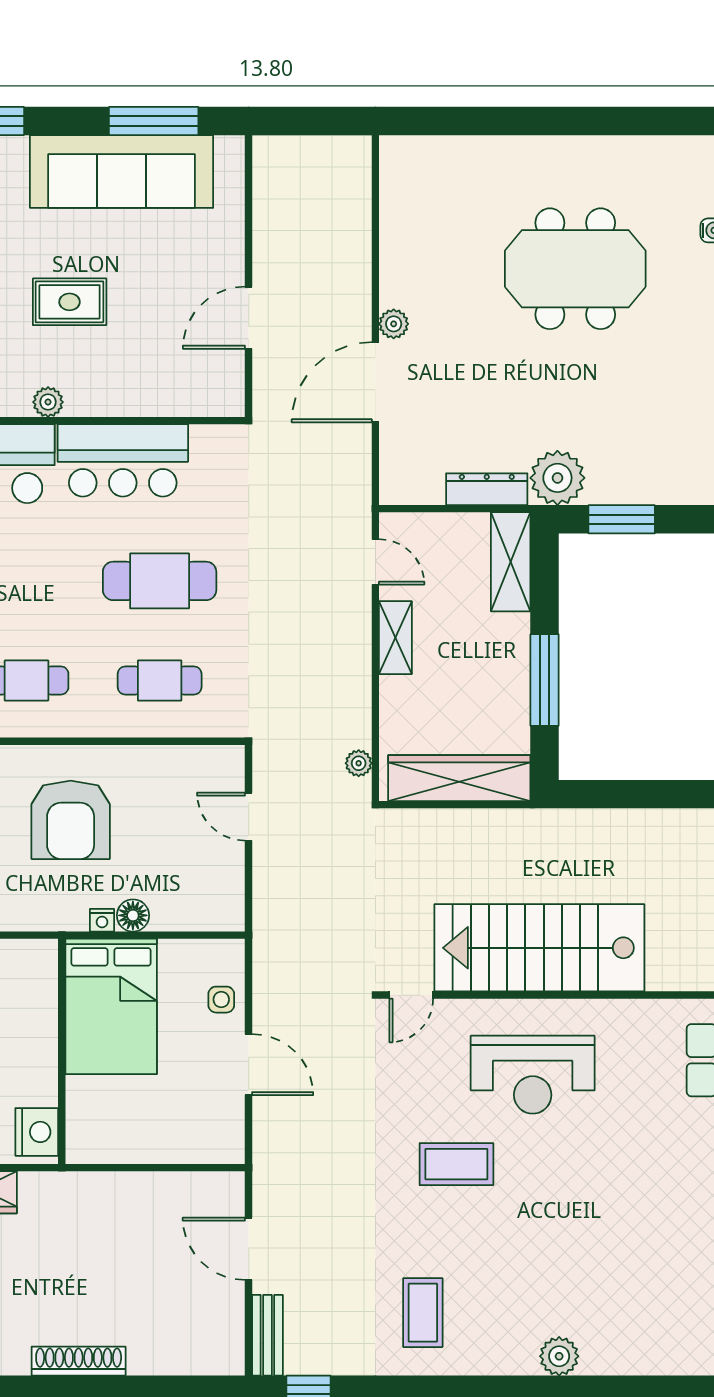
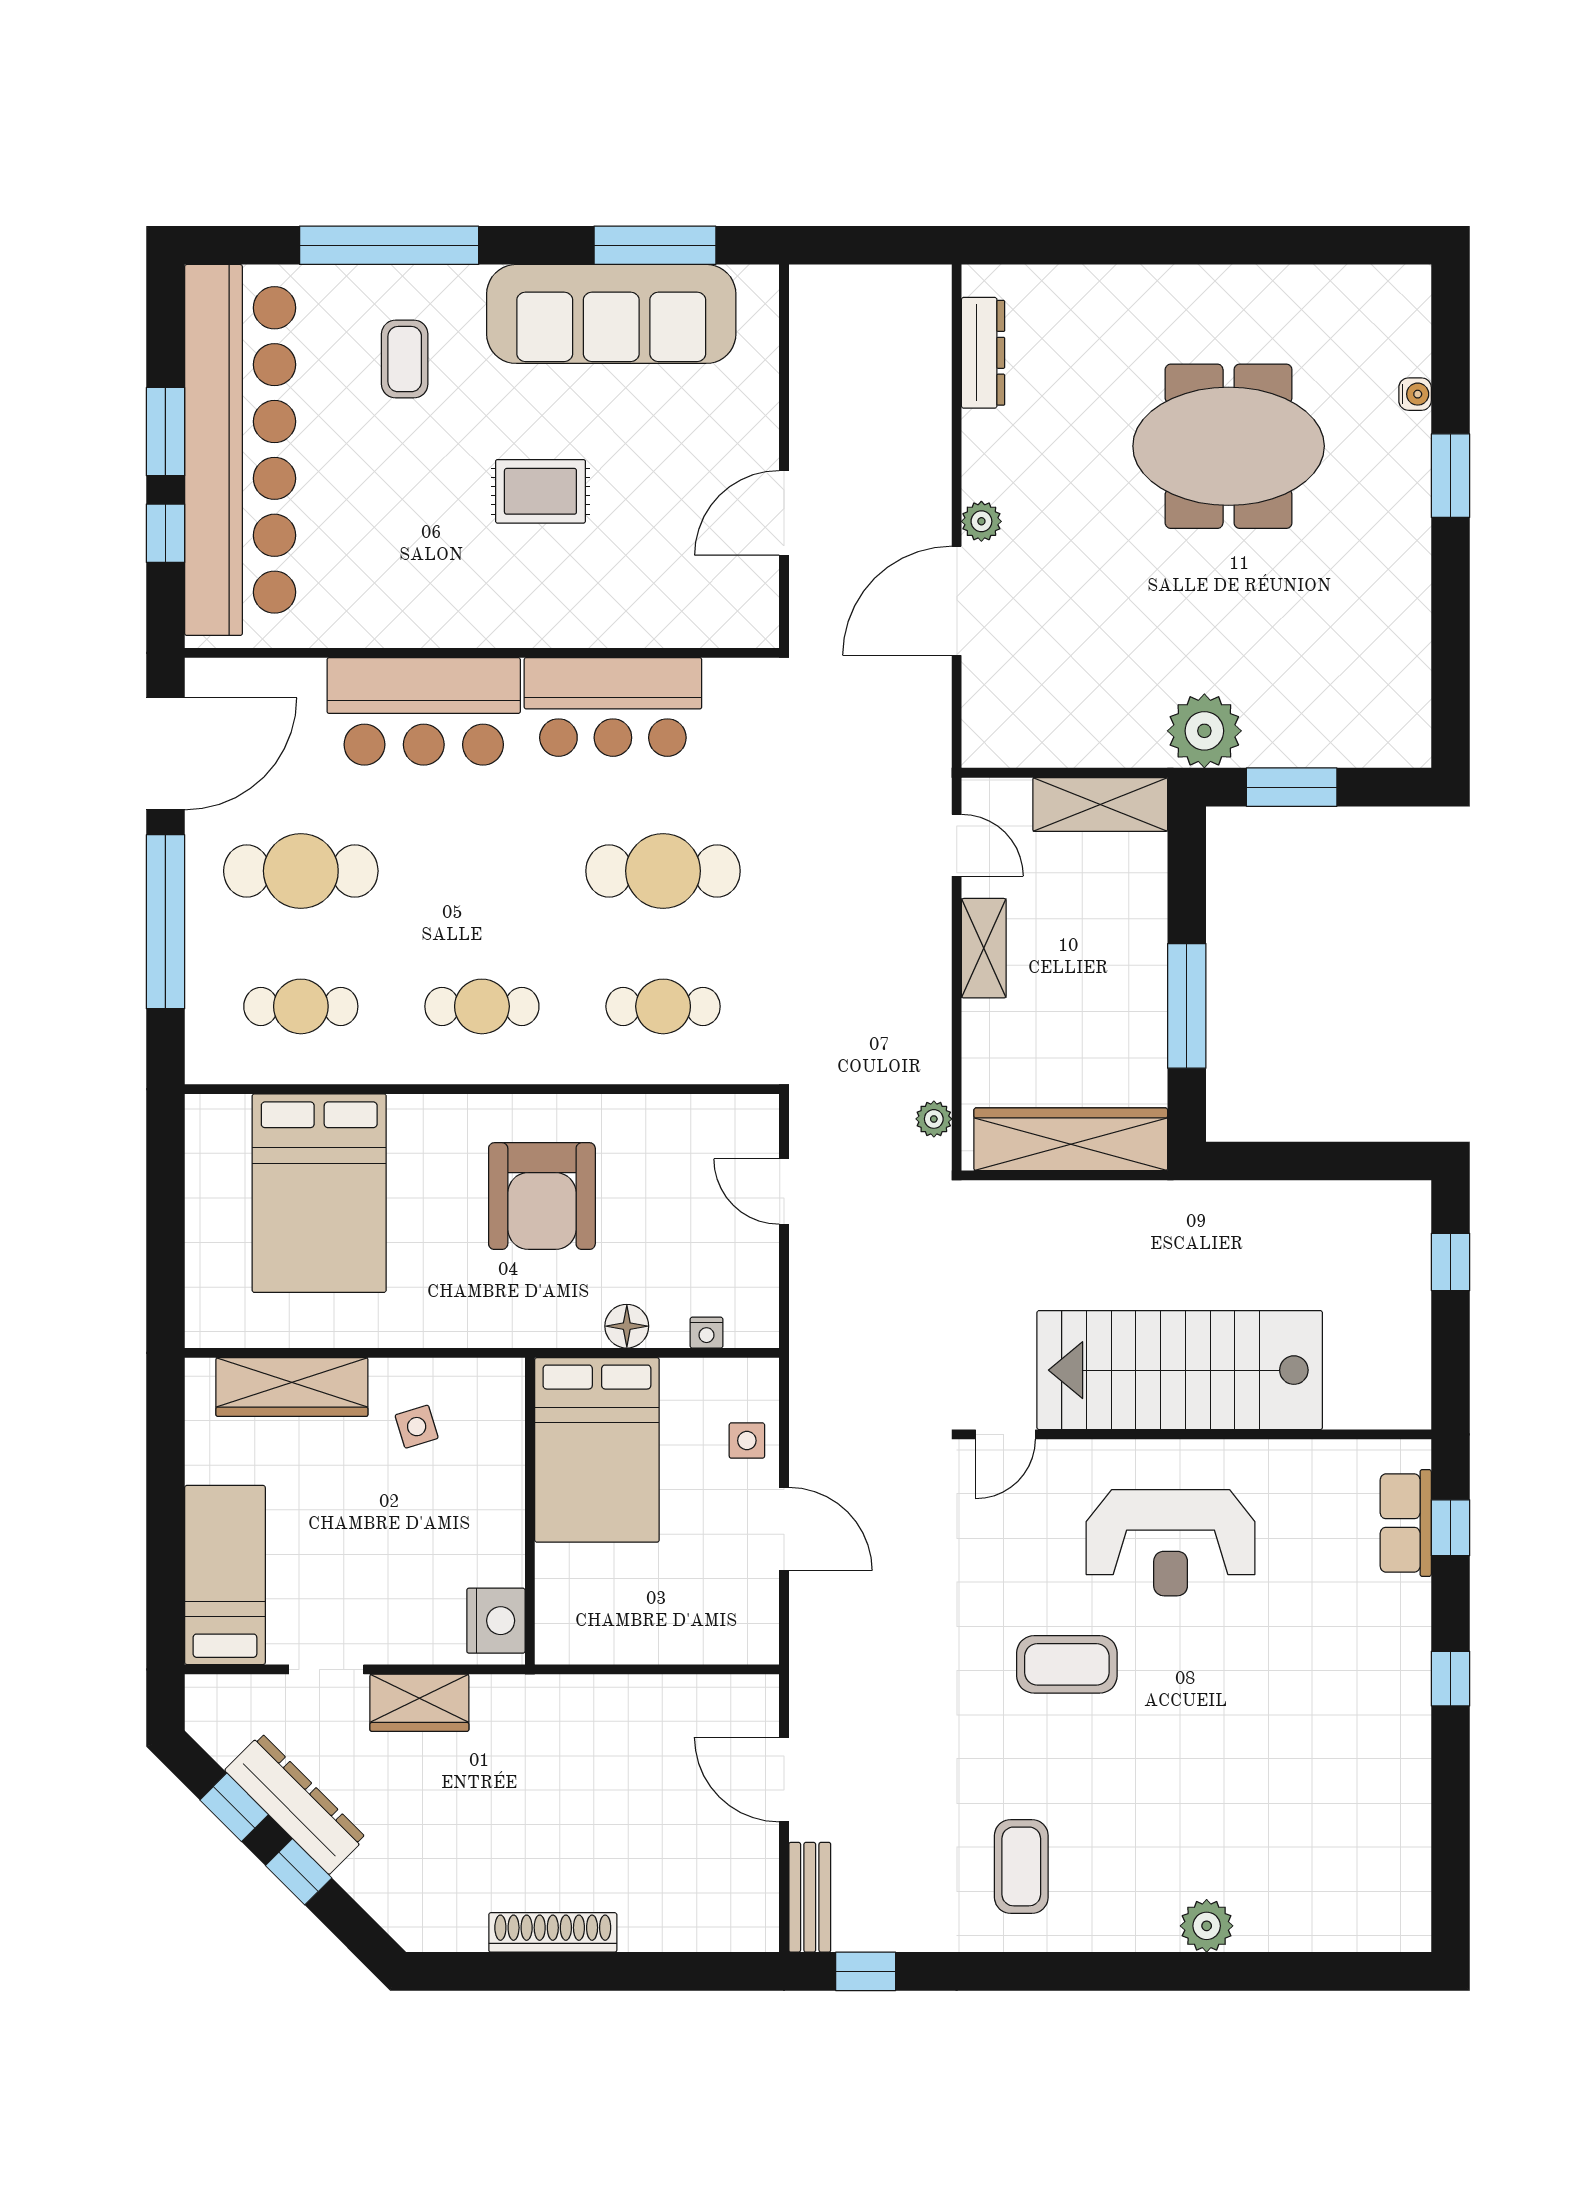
plant: (48, 402) -> (511, 628), removed
dresser: (487, 489) -> (983, 353), moved, turned 90
shelving: (511, 562) -> (1100, 804), moved, turned 90
nightstand: (102, 920) -> (706, 1333), moved

